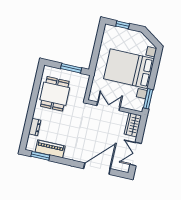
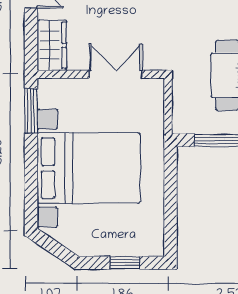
double door: (108, 106) -> (116, 74), swing flipped

